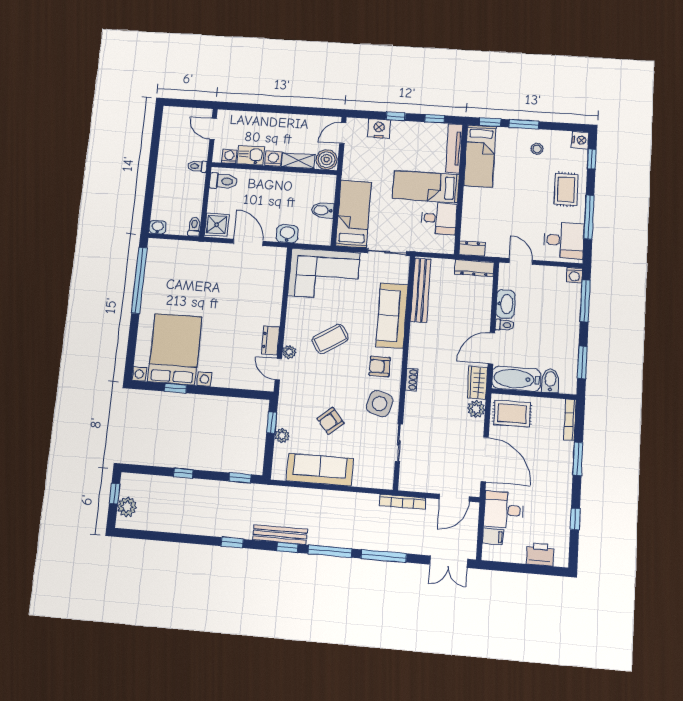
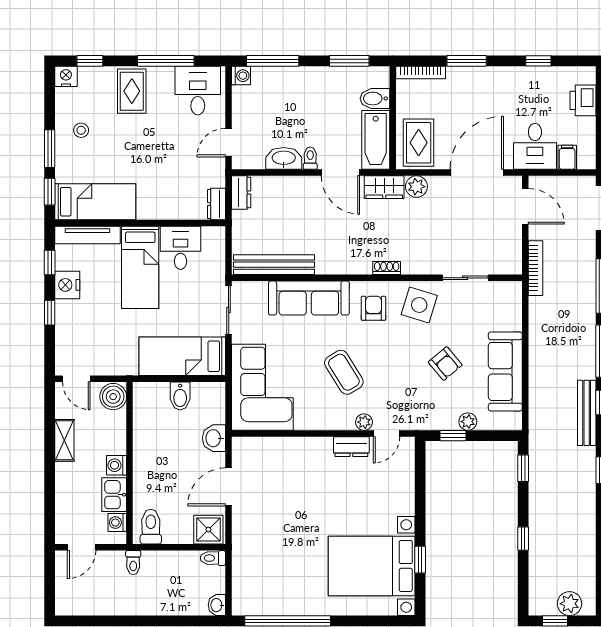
nightstand: (379, 129) -> (67, 285), moved
shelving: (298, 161) -> (64, 440), moved
rug: (566, 189) -> (132, 91), turned 90
dresser: (474, 268) -> (241, 193), width x0.70
armchair: (380, 366) -> (374, 308), turned 180

